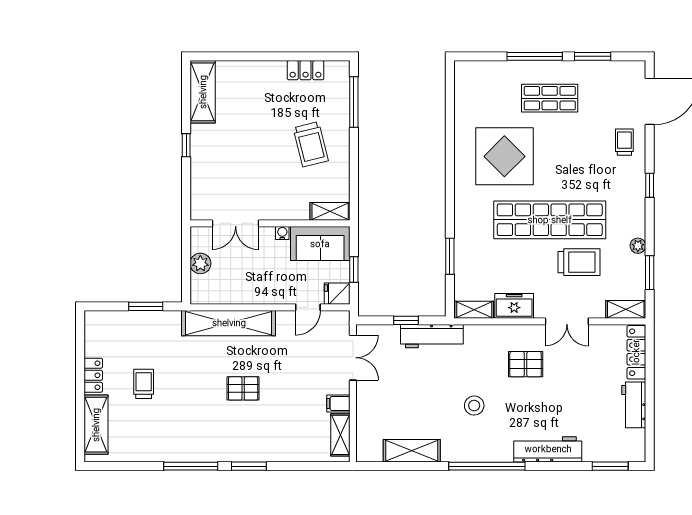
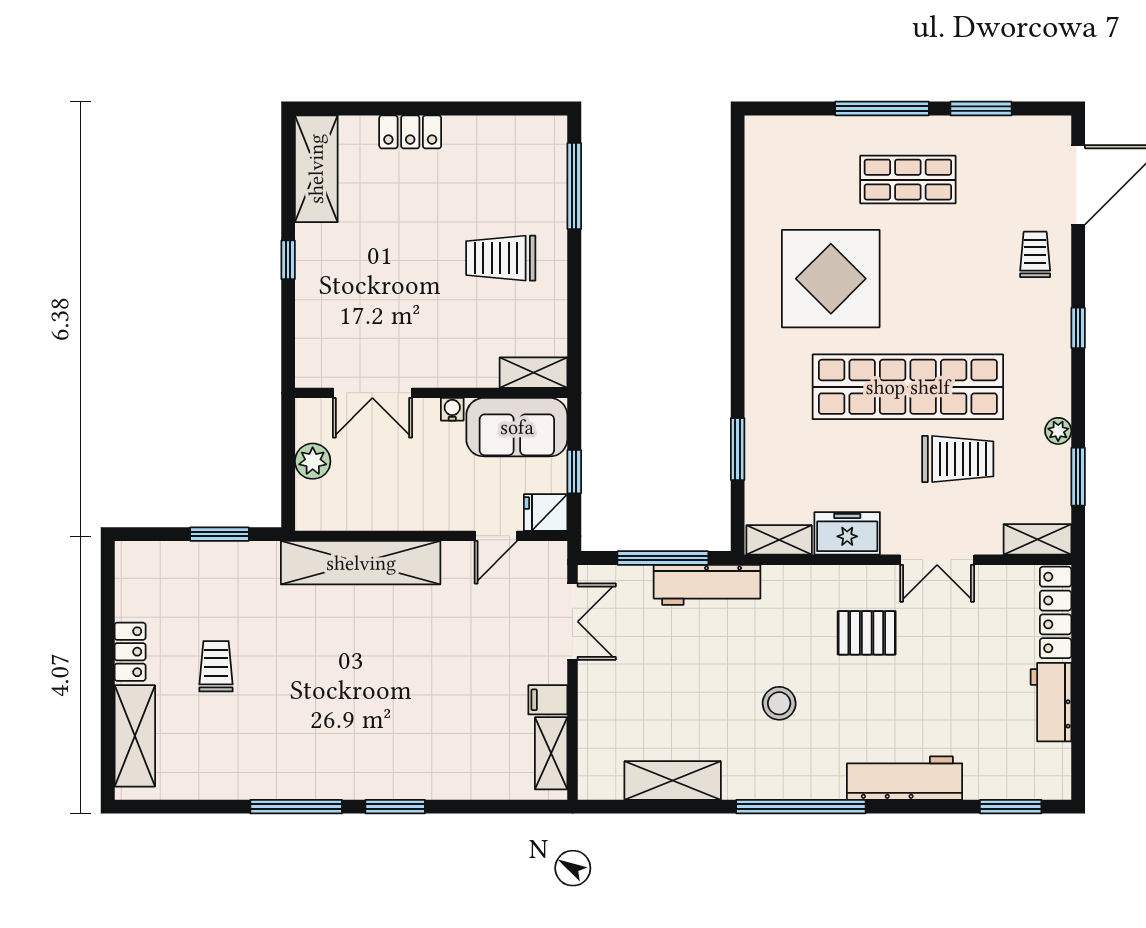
locker: (306, 70) -> (410, 132), moved
trolley: (311, 144) -> (501, 258), turned 104
window: (406, 320) -> (663, 558), width x2.17
pallet: (243, 388) -> (385, 674), removed

